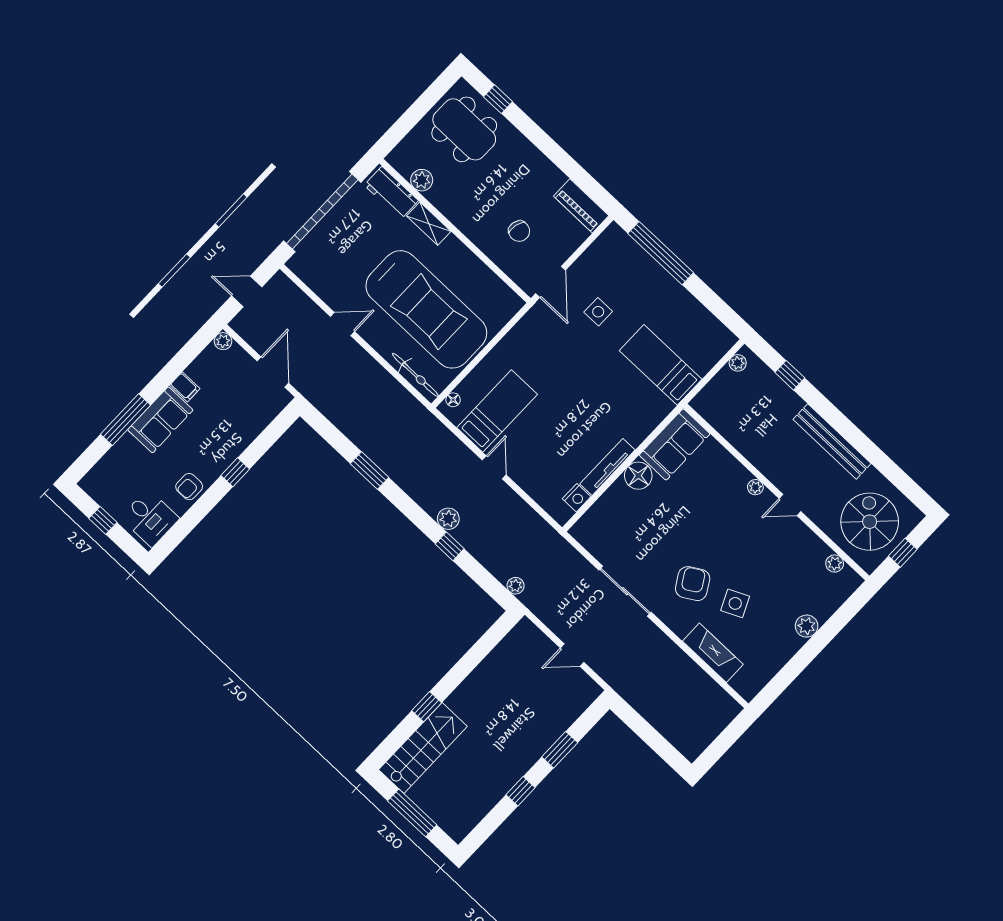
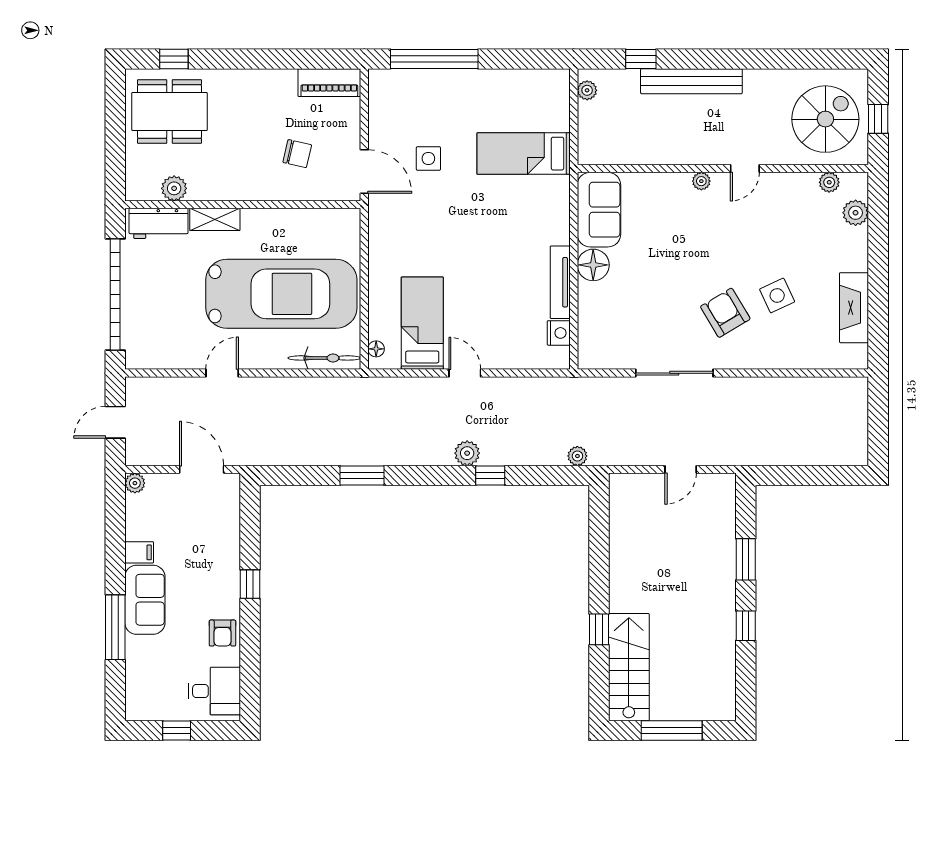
bench: (832, 441) -> (691, 81), moved
spiral stairs: (870, 522) -> (825, 119), turned 90
plant: (807, 626) -> (856, 213), moved
fireplace: (713, 653) -> (854, 308), moved, turned -90

